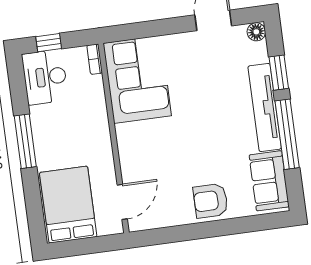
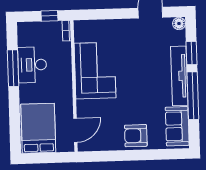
window: (49, 43) -> (49, 16), moved
desk: (45, 77) -> (32, 65), moved
corner sofa: (137, 79) -> (95, 71), moved
window: (25, 141) -> (13, 68), moved

